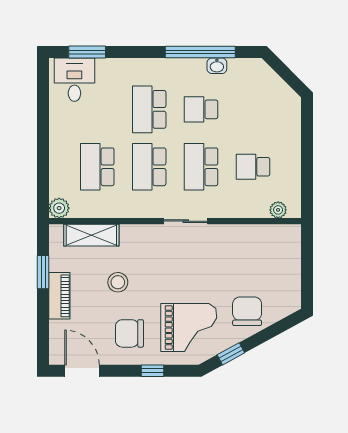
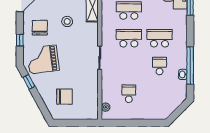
school desk: (201, 167) -> (129, 66), removed
chair: (247, 311) -> (64, 97), moved
grand piano: (189, 327) -> (43, 59), turned 83

